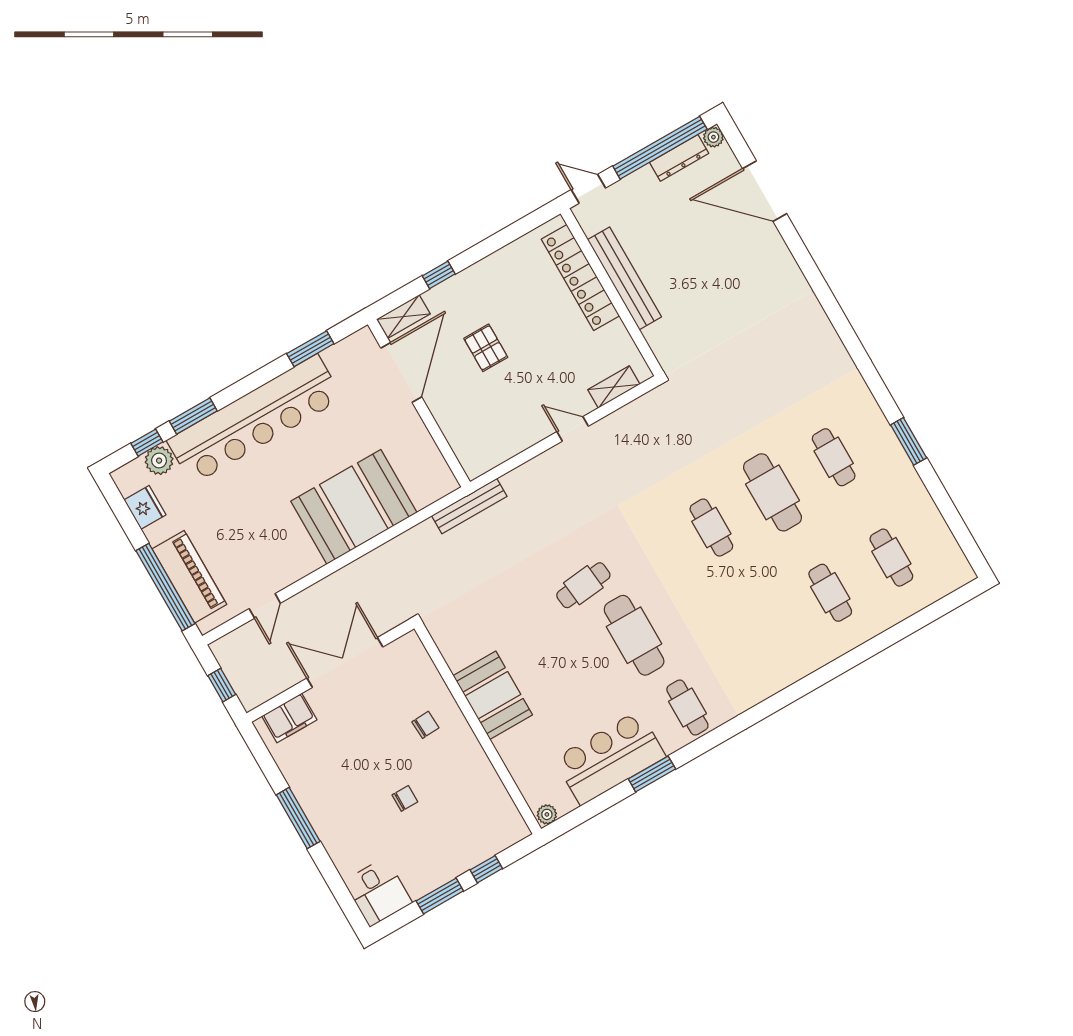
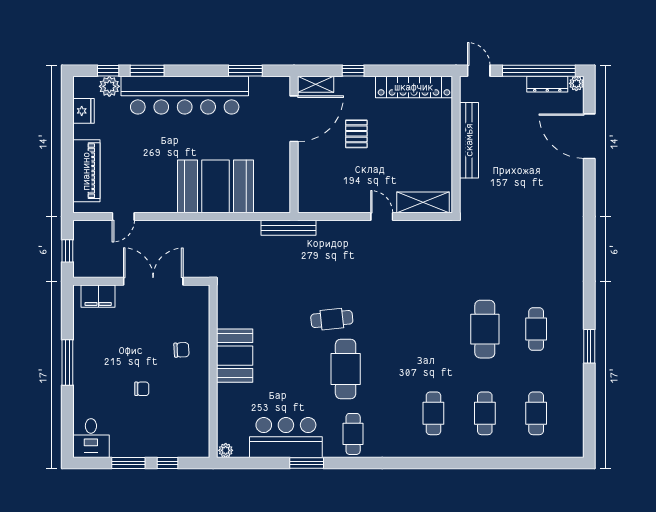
locker: (580, 277) -> (414, 87), moved, turned -90
shelving: (614, 387) -> (423, 202), width x1.50, depth x1.33
cafe table: (711, 528) -> (433, 413), moved
window: (165, 587) -> (67, 169), removed

